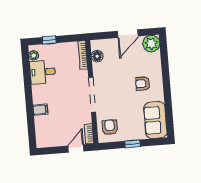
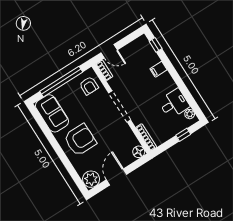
floor lamp: (97, 56) -> (139, 152), moved
armchair: (143, 83) -> (80, 140), width x1.88, depth x1.88
window: (32, 133) -> (156, 45), added
window: (132, 144) -> (61, 82), width x3.17
door: (76, 148) -> (109, 51), hinge flipped

